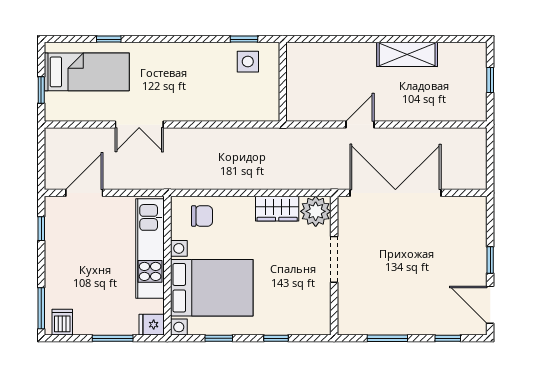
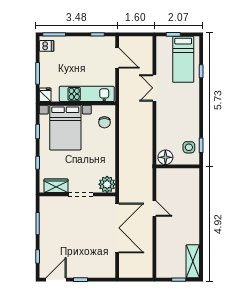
shelving: (407, 54) -> (193, 261), moved
floor lamp: (266, 104) -> (165, 157), added
wardrobe: (277, 209) -> (56, 186), moved, turned 90

